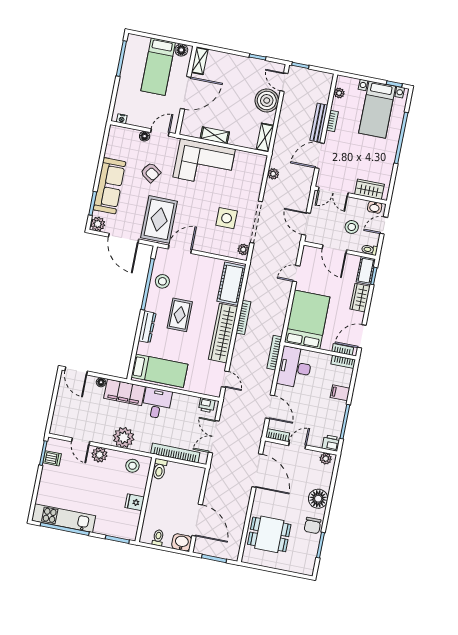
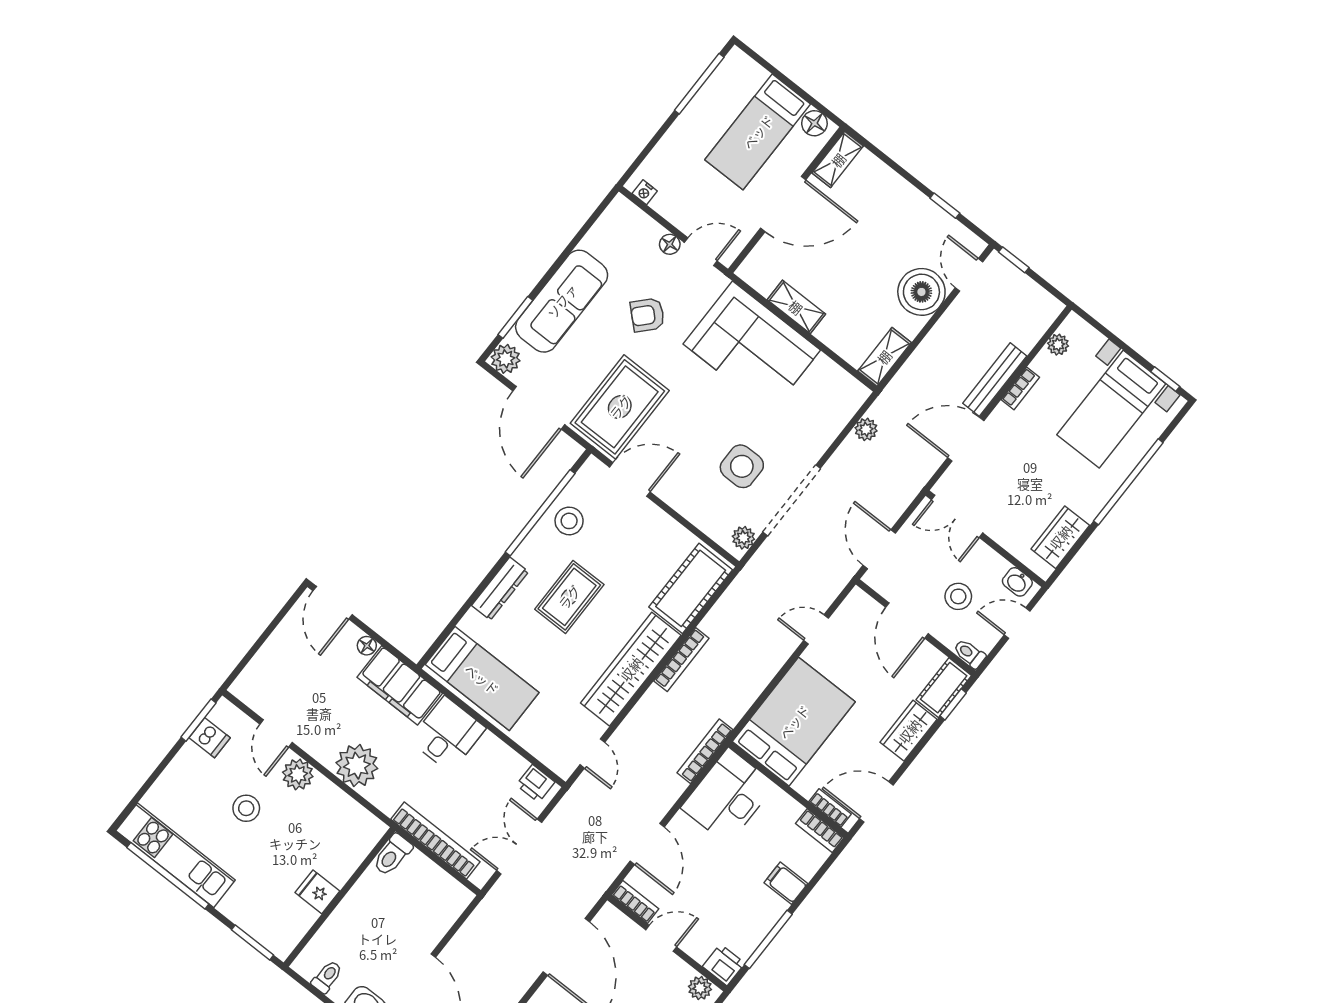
armchair: (151, 172) -> (647, 315), turned 99
wardrobe: (369, 189) -> (1060, 537), moved, turned -90
stool: (132, 466) -> (246, 808), moved

